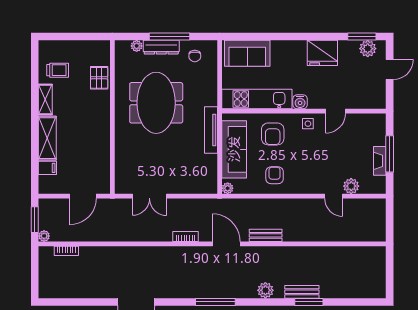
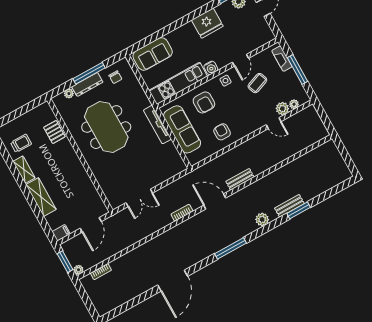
coffee table: (340, 145) -> (257, 83), added
fireplace: (380, 161) -> (282, 59), moved
filing cabinet: (47, 168) -> (61, 233), moved
plant: (228, 188) -> (294, 104), moved

